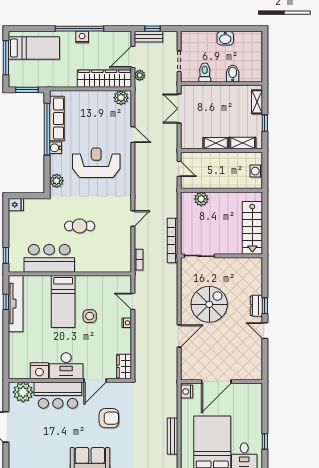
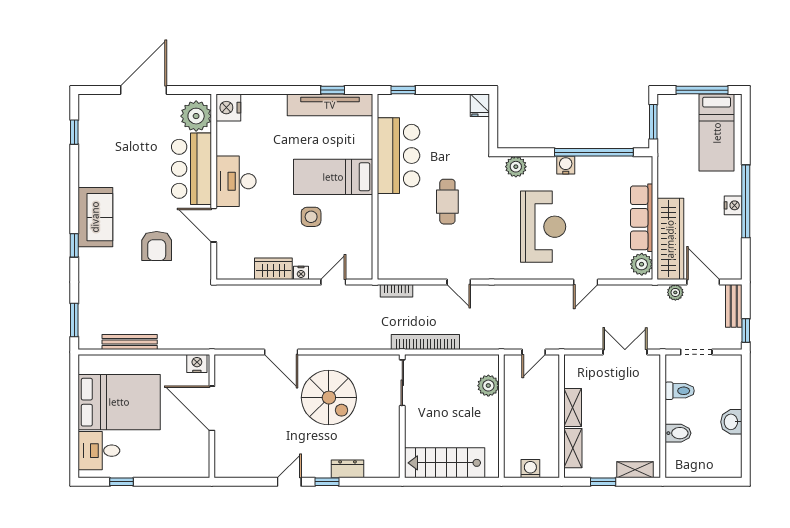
window: (152, 29) -> (746, 330), moved
row of seats: (57, 118) -> (642, 218), moved, turned 90
dresser: (256, 306) -> (348, 469), moved
wardrobe: (124, 366) -> (273, 269), moved
nightstand: (39, 371) -> (228, 108), moved

